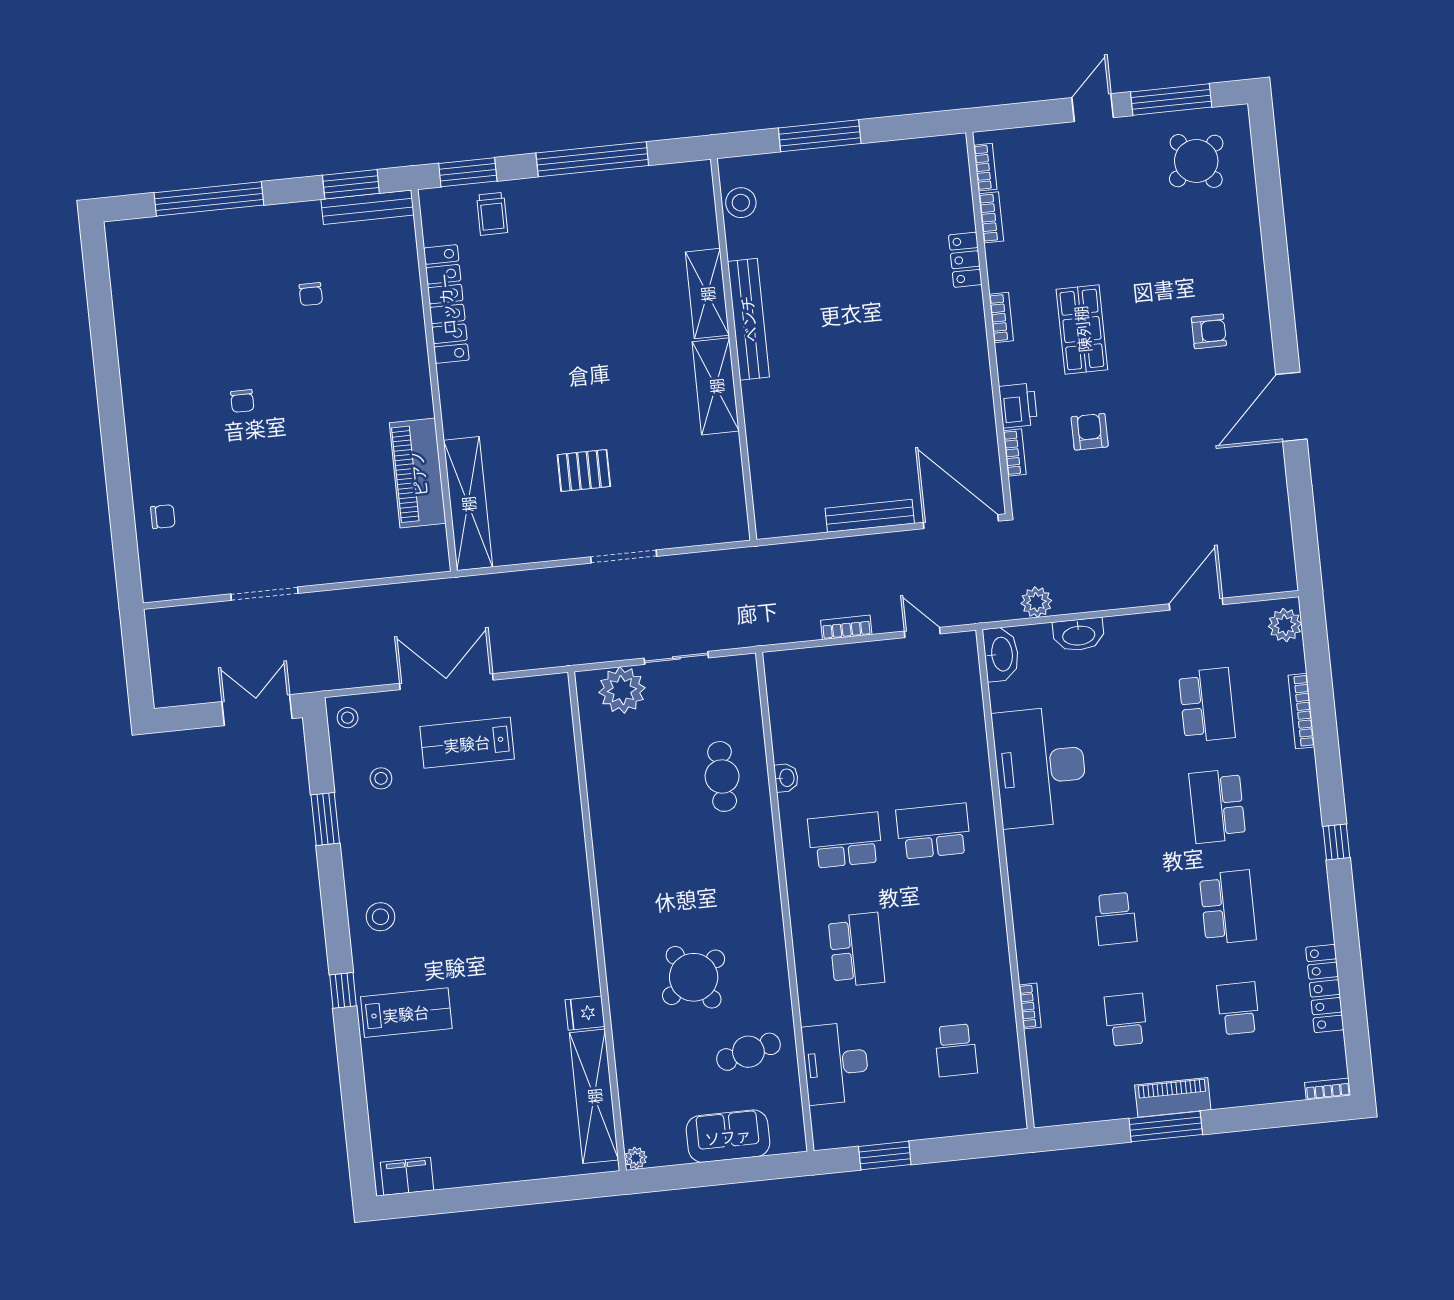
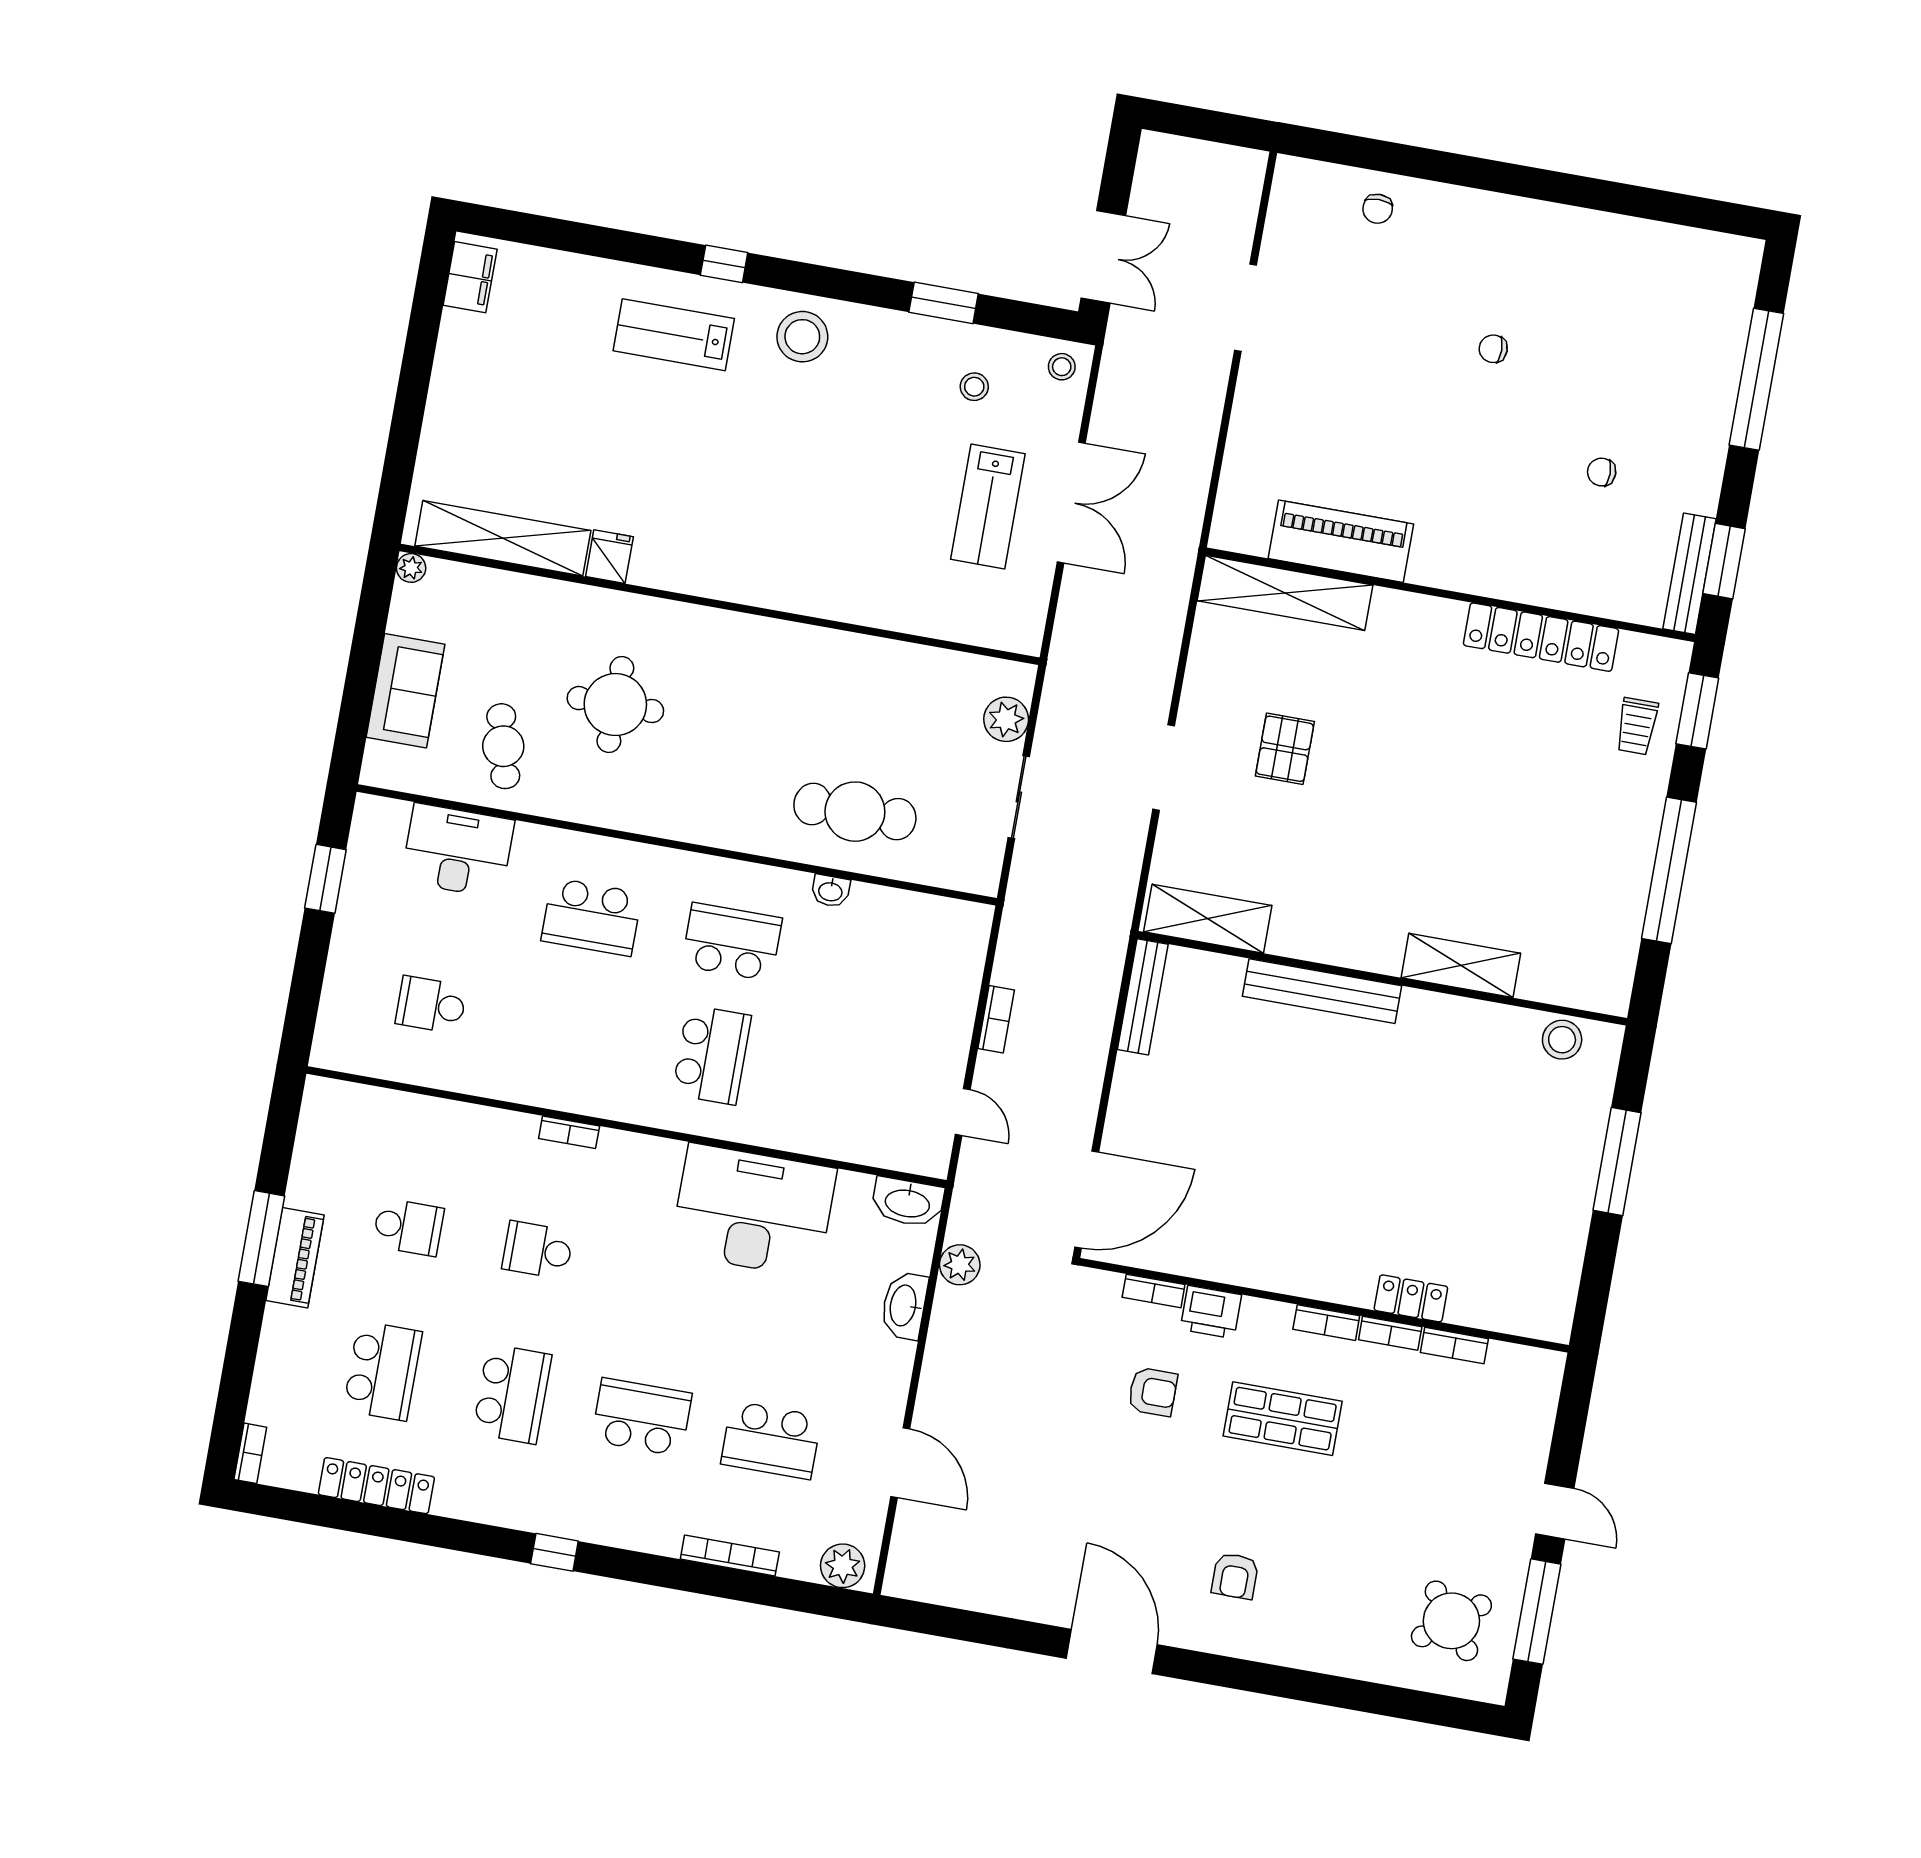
bookcase: (985, 167) -> (1390, 1333), moved
trolley: (492, 214) -> (1637, 726), turned -90
bench: (748, 319) -> (1322, 991), moved
shelving: (716, 386) -> (1208, 919), moved
bench: (870, 516) -> (1143, 997), moved
door: (922, 632) -> (963, 1112), hinge flipped
plant: (622, 690) -> (1006, 719), width x0.73, depth x0.73
lab bench: (467, 743) -> (988, 507), turned 180
cafe table: (722, 776) -> (855, 812), width x1.37, depth x1.35
school desk: (845, 840) -> (732, 942), turned -90
school desk: (1228, 907) -> (512, 1394), turned -90
stool: (380, 917) -> (802, 337), width x1.38, depth x1.38
round table: (694, 977) -> (615, 705), turned 34
bookcase: (1030, 1006) -> (569, 1132), moved
school desk: (1238, 1008) -> (383, 1371), width x1.85
lab bench: (406, 1013) -> (674, 335), turned 90

